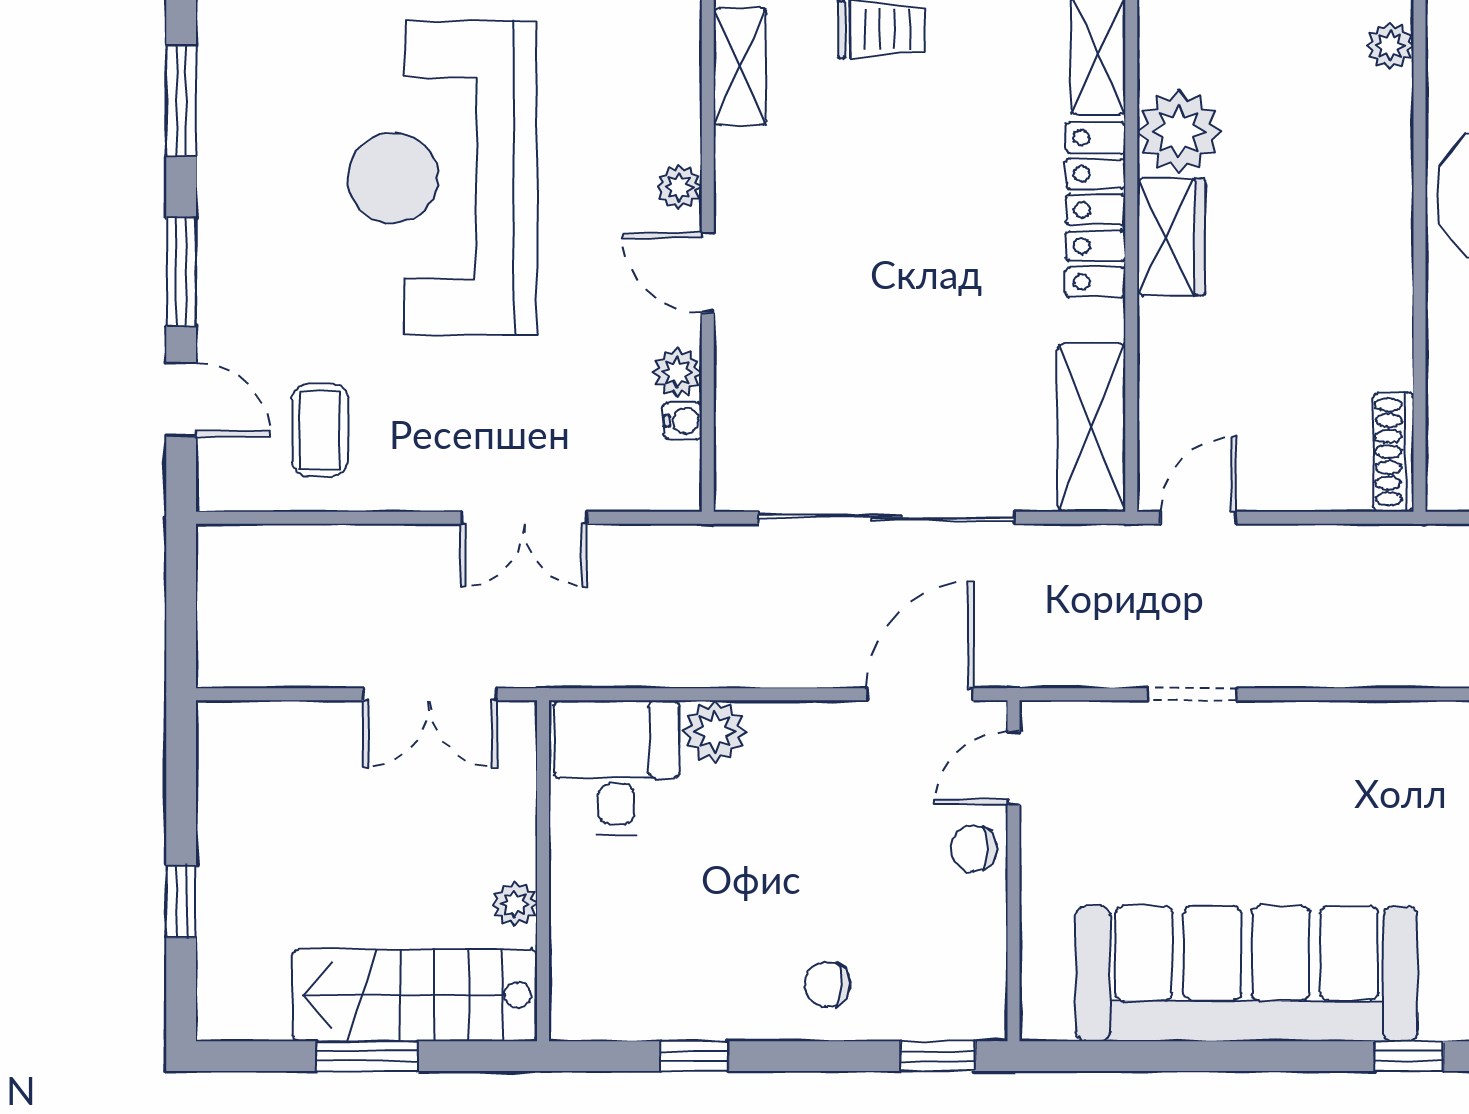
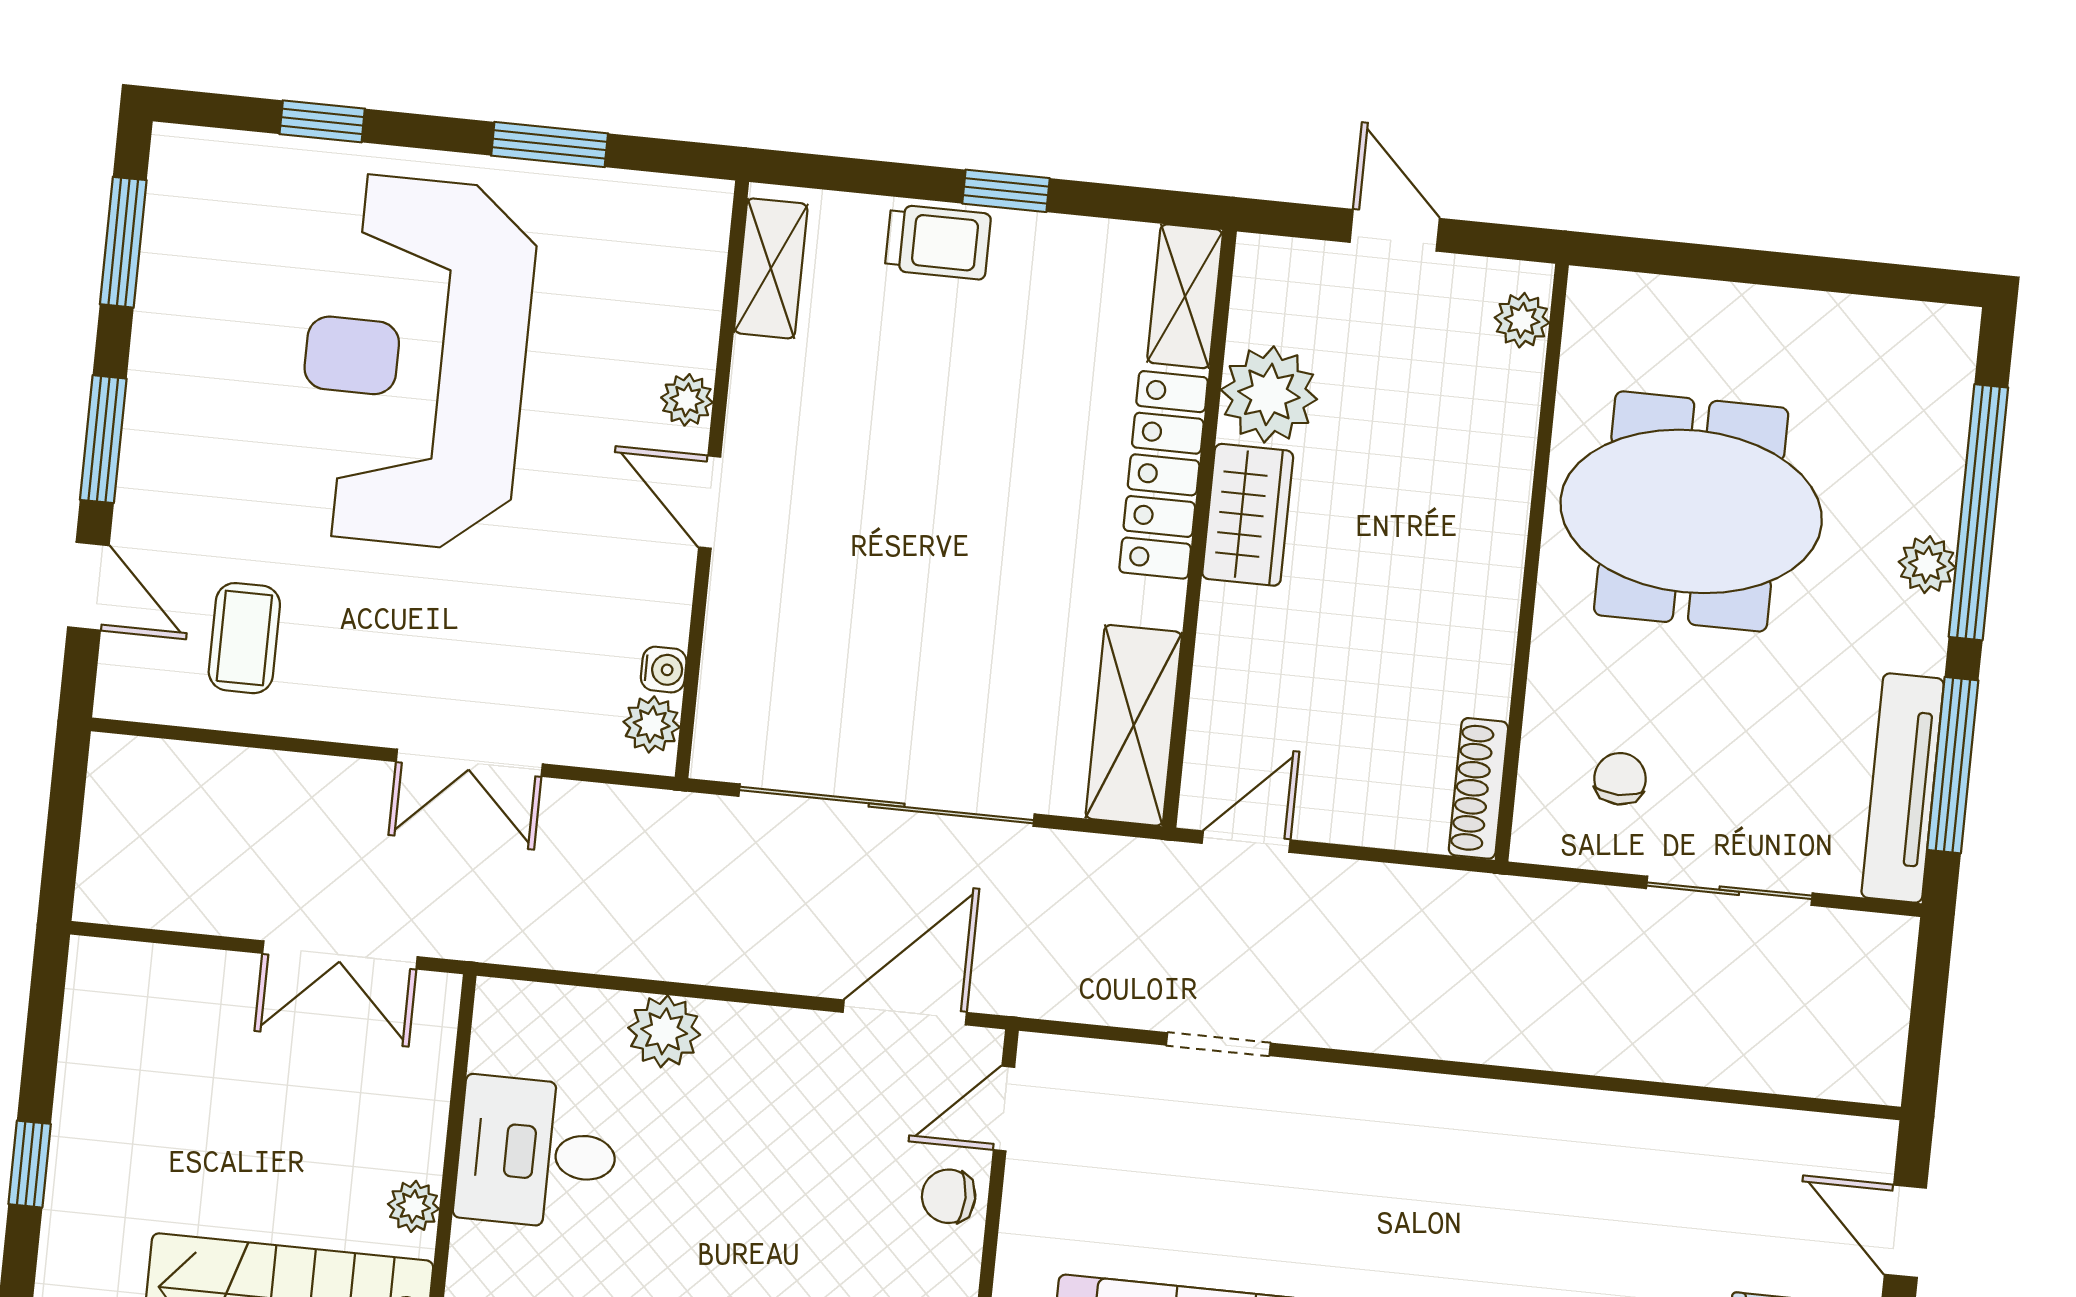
plant: (677, 372) -> (652, 724), moved
desk: (616, 768) -> (537, 1153), moved, turned -90

